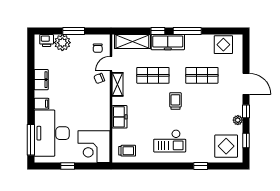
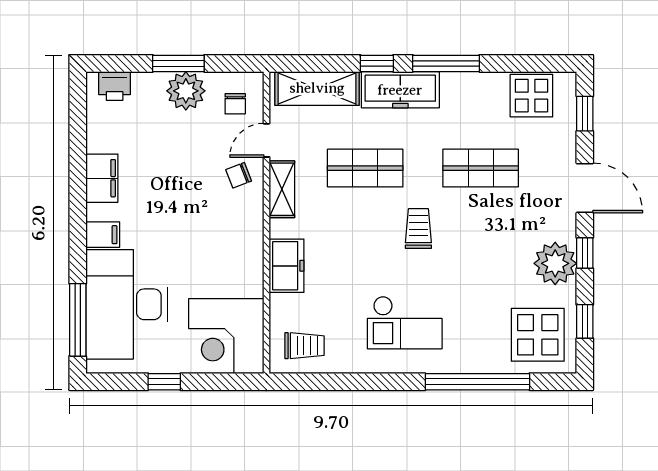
plant: (62, 43) -> (186, 91), moved
window: (246, 52) -> (585, 114), added
plant: (238, 120) -> (555, 263), width x1.87, depth x1.87
window: (201, 166) -> (477, 382), width x3.17

